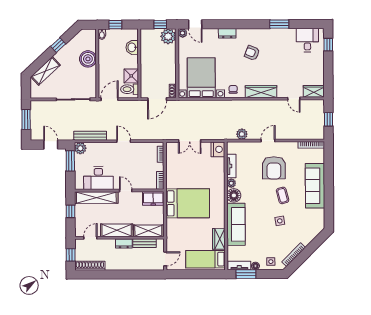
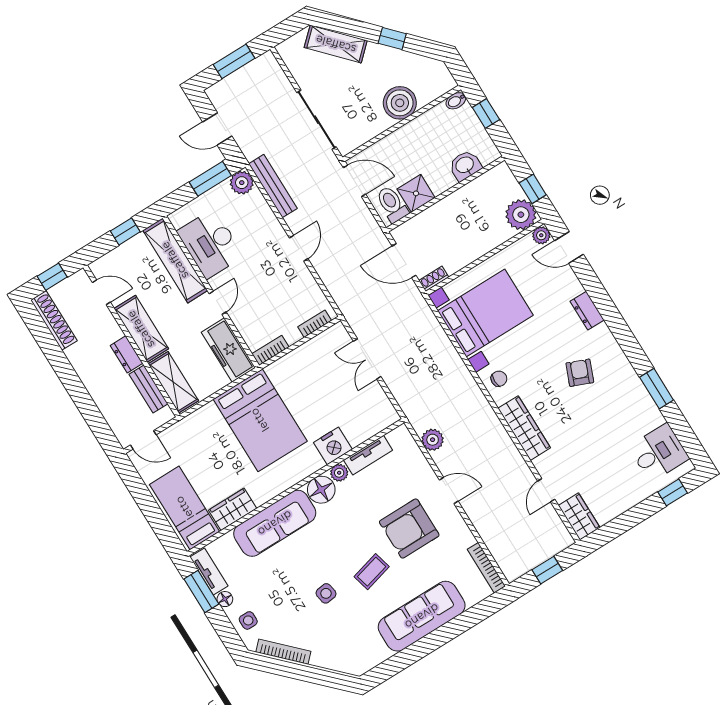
door: (195, 24) -> (569, 247), hinge flipped
door: (51, 145) -> (217, 129), swing flipped
nightstand: (218, 149) -> (333, 446), moved
freezer: (153, 198) -> (228, 350), width x1.40

